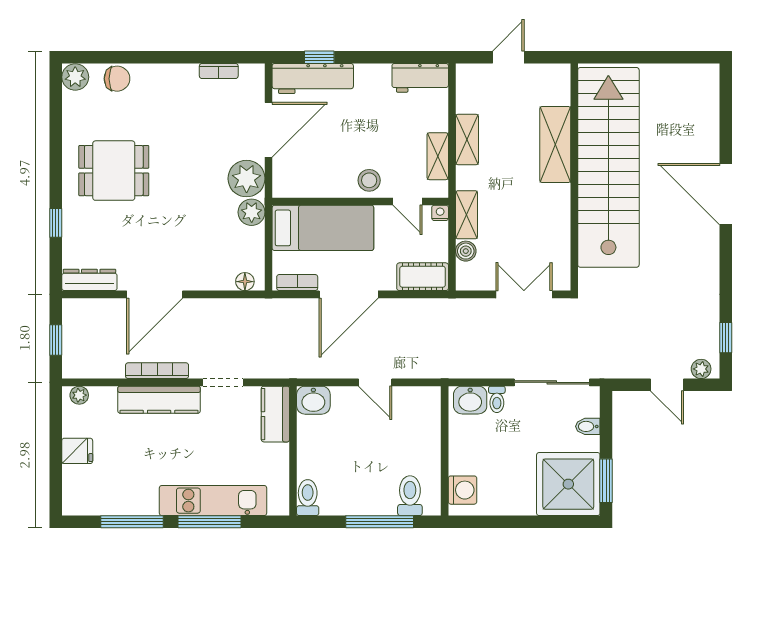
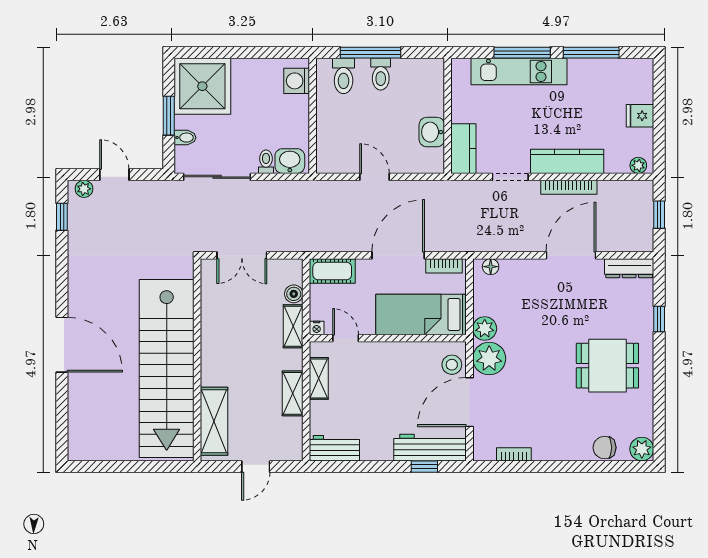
shelving: (555, 144) -> (214, 421), moved
stool: (369, 180) -> (452, 365), moved
washbasin: (313, 400) -> (432, 132), moved, turned -90
window: (606, 481) -> (169, 116), moved
toilet: (308, 498) -> (381, 74), moved

